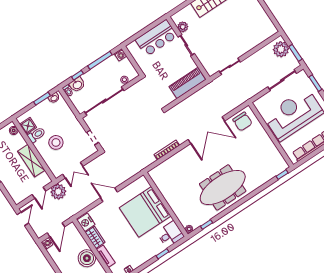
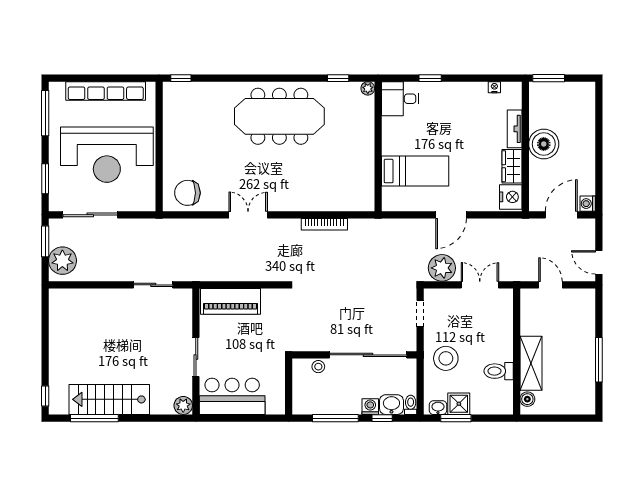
plant: (183, 27) -> (183, 405), moved
washing machine: (120, 55) -> (370, 407), moved
chair: (243, 122) -> (187, 193), turned -90
shower: (28, 126) -> (459, 404), moved
double door: (206, 130) -> (248, 215), width x0.54
stool: (56, 142) -> (446, 358), moved
shelving: (31, 161) -> (531, 363), moved
plant: (58, 192) -> (442, 268), moved
door: (39, 193) -> (550, 285), hinge flipped
door: (109, 195) -> (451, 215), hinge flipped
bed: (145, 212) -> (415, 171), width x0.49
door: (23, 219) -> (599, 262), hinge flipped

